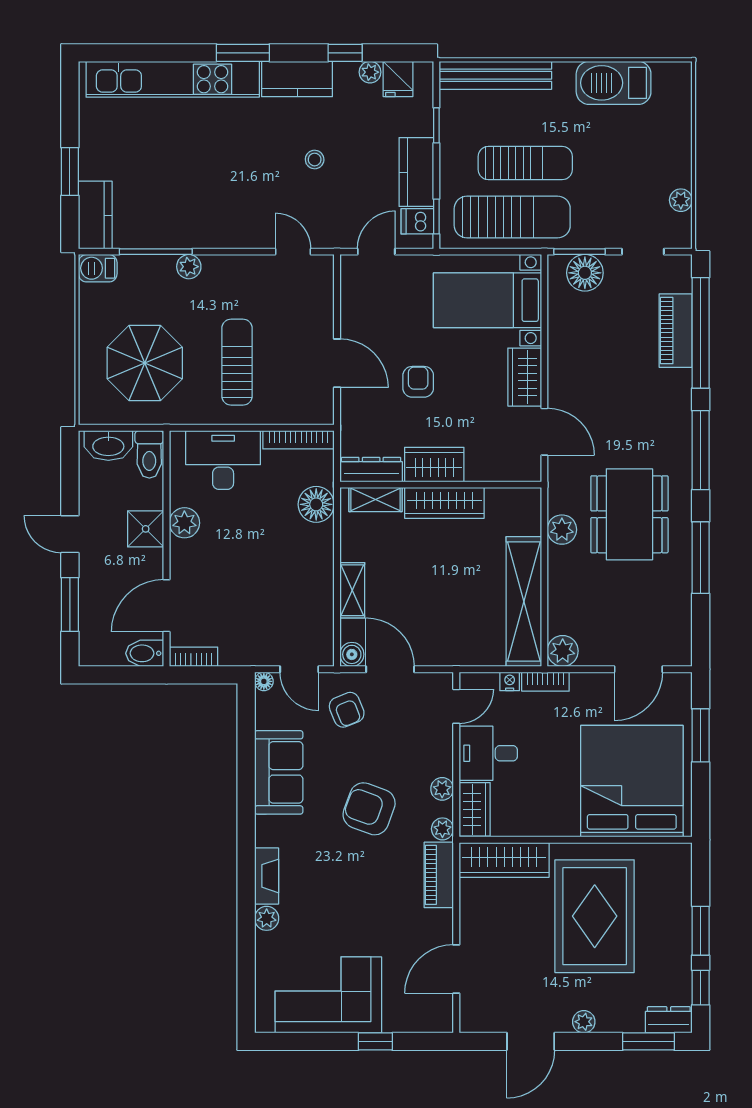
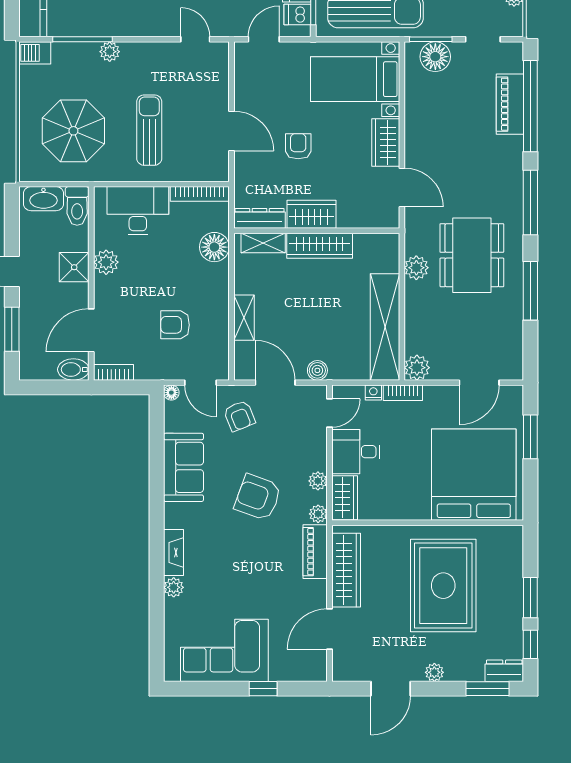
armchair: (268, 599) -> (175, 325), added
boiler: (352, 654) -> (317, 370), moved
wardrobe: (504, 860) -> (346, 570), moved, turned -90

